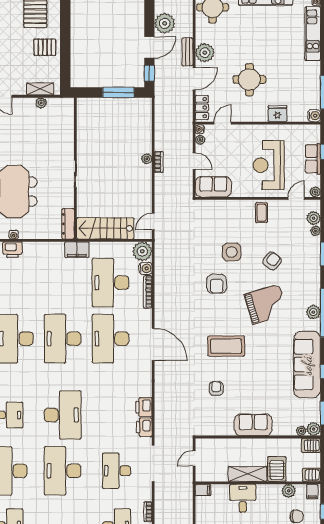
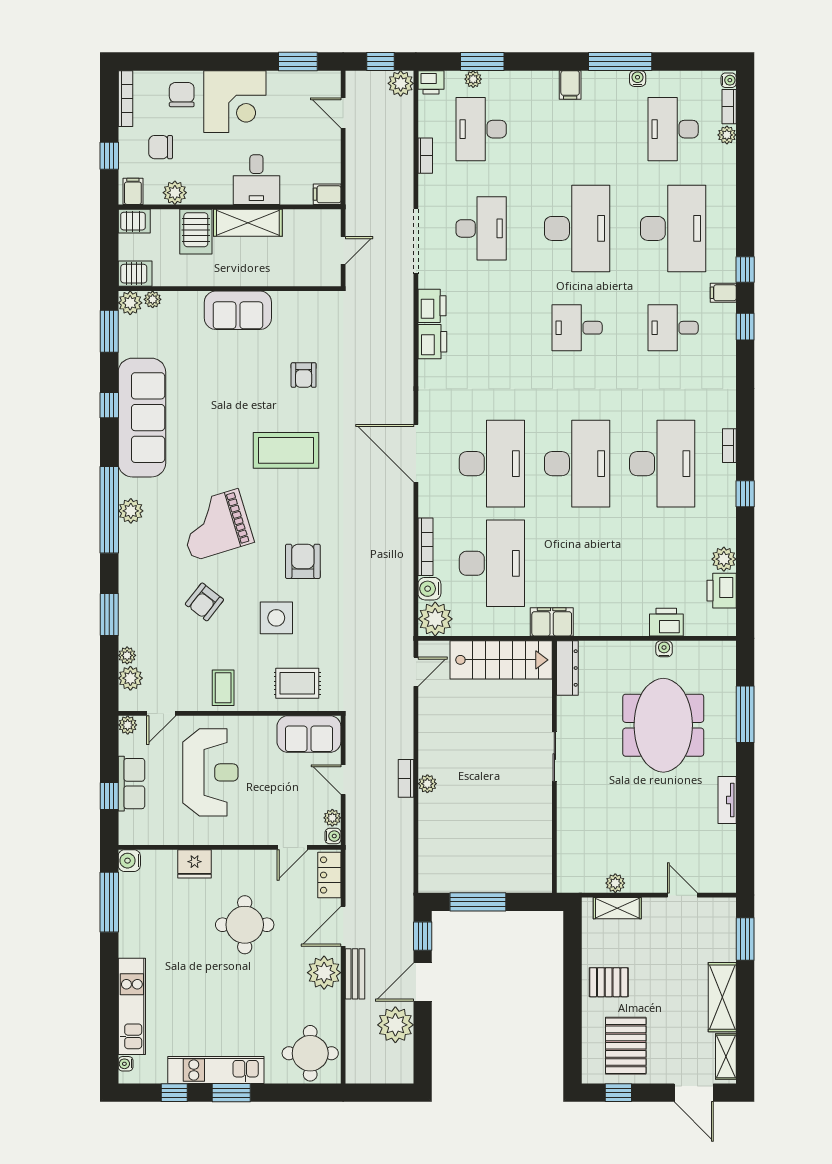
rug: (220, 215) -> (297, 683), added
desk: (63, 415) -> (577, 328), width x0.53, depth x0.77

